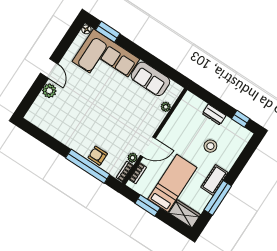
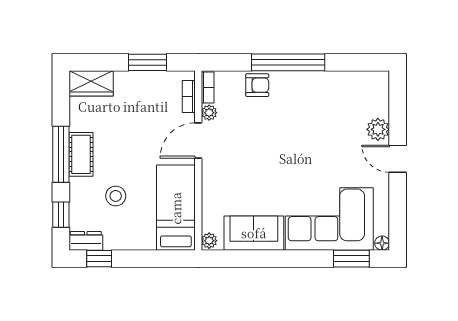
plant: (166, 107) -> (209, 241), moved
dresser: (214, 115) -> (86, 241), moved
window: (246, 155) -> (61, 215), added
window: (88, 166) -> (288, 62), moved
bed: (172, 183) -> (176, 208), moved, turned 180
window: (218, 198) -> (61, 154), moved

